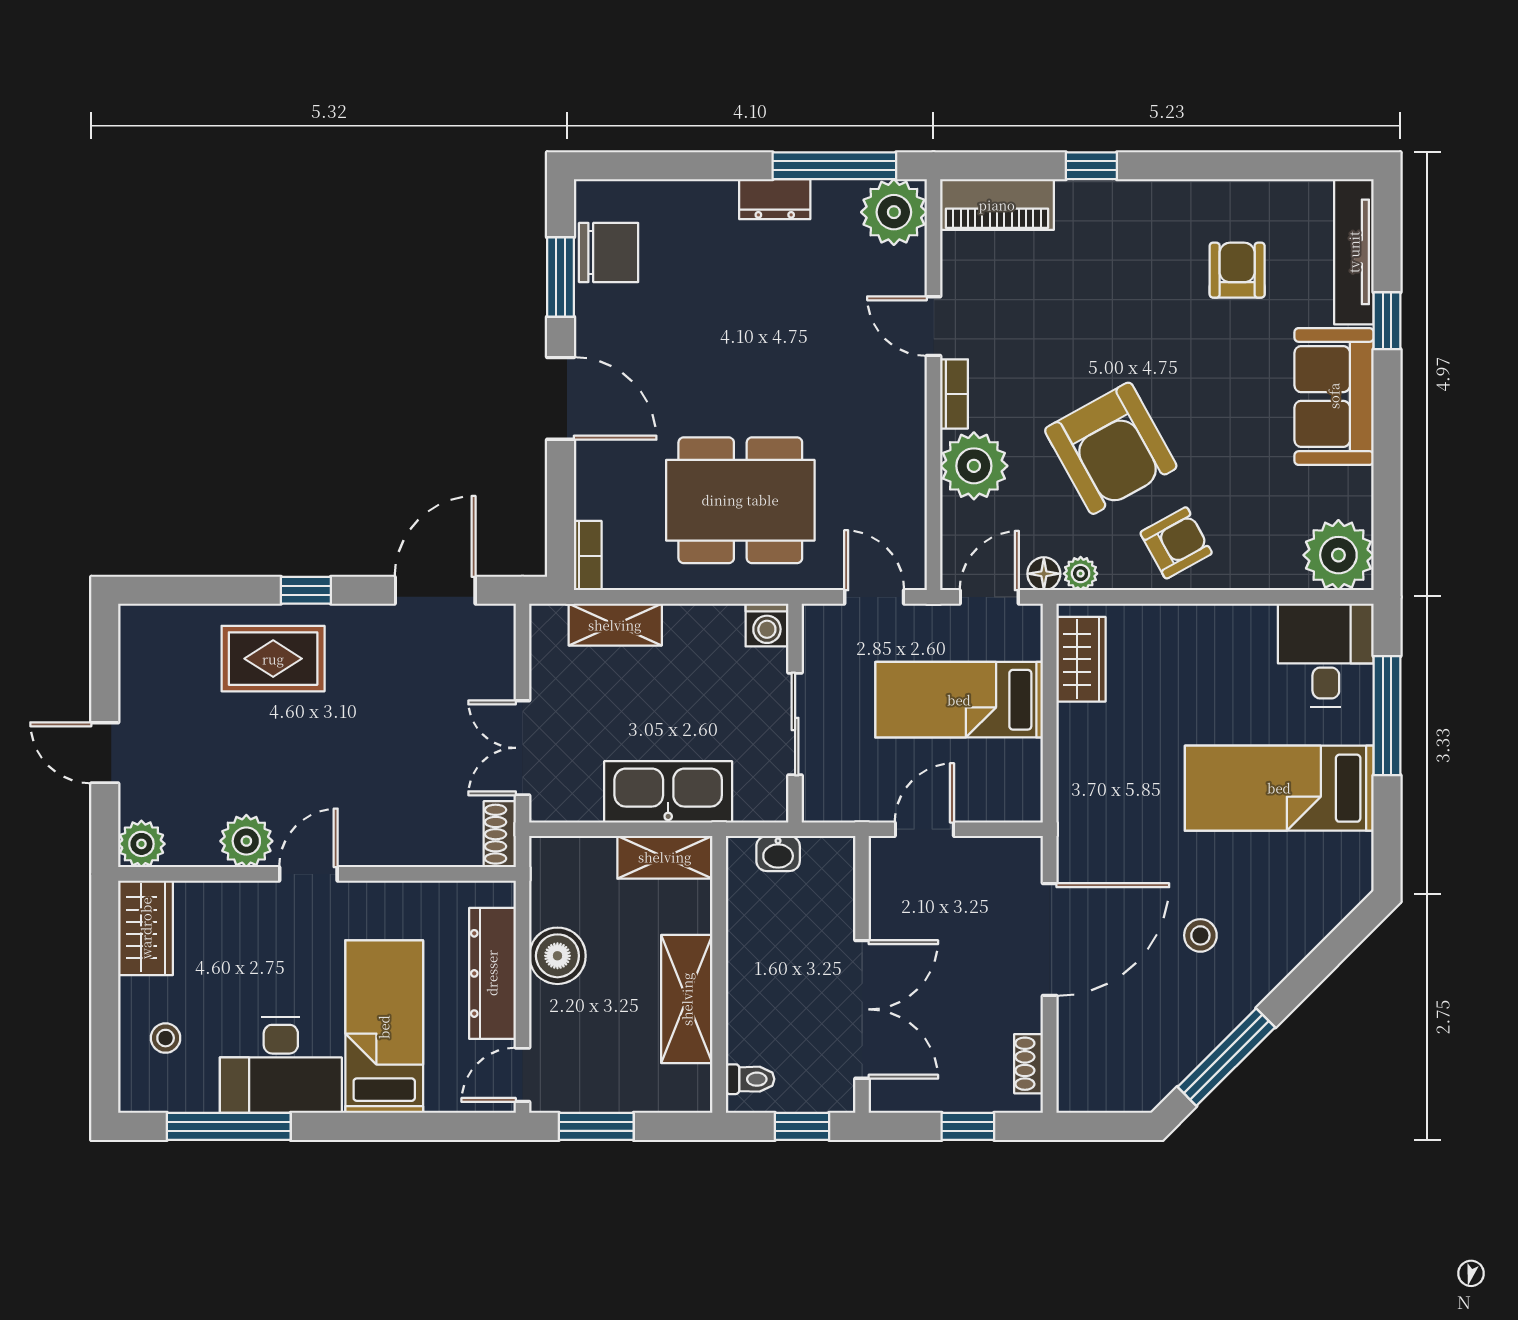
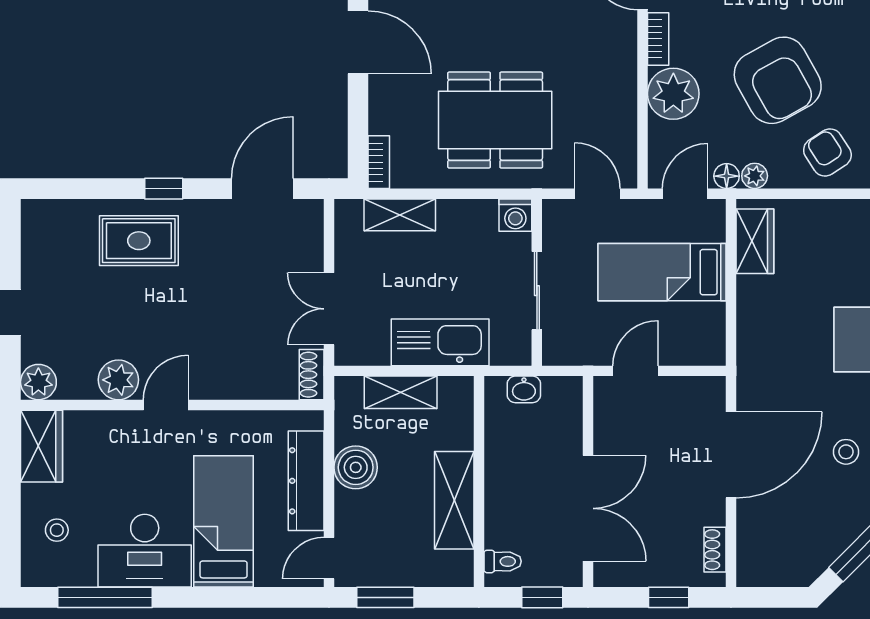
armchair: (1176, 543) -> (827, 152), turned -94
shelving: (665, 857) -> (401, 392), moved

